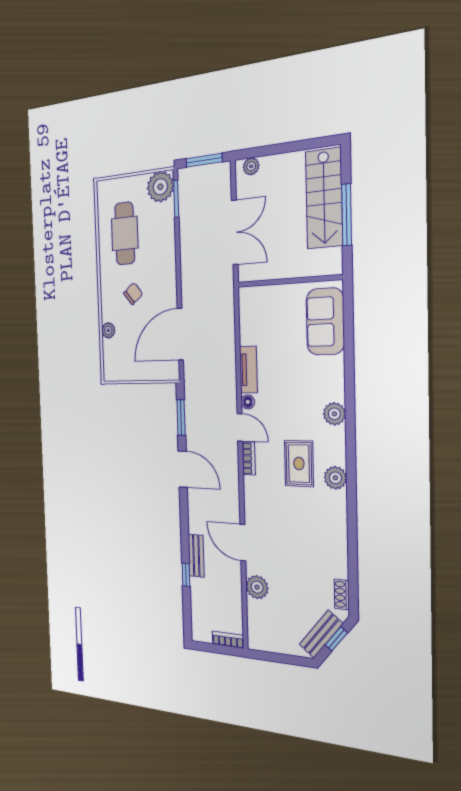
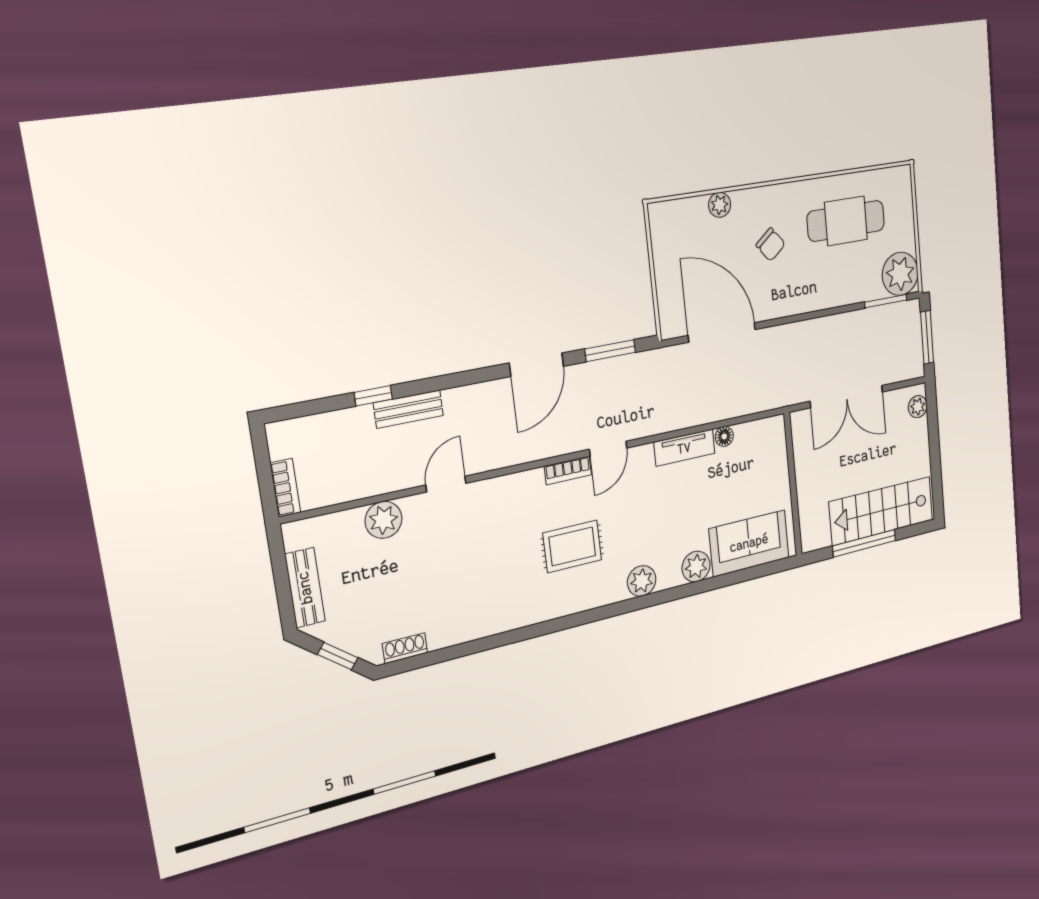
floor lamp: (248, 402) -> (724, 436), moved
plant: (335, 478) -> (696, 567), moved
door: (243, 543) -> (446, 484), width x0.73
bench: (321, 634) -> (305, 588), moved, turned 52

